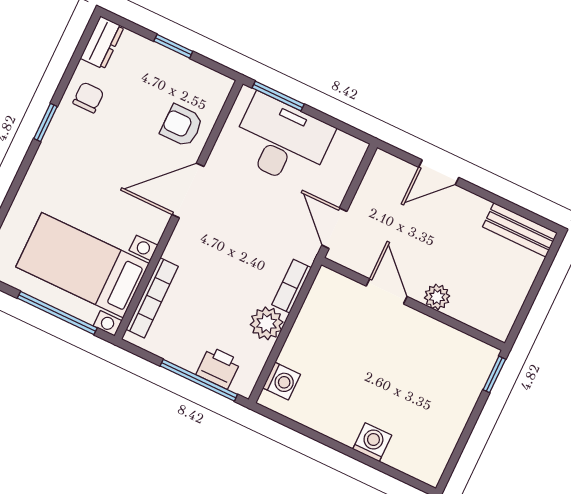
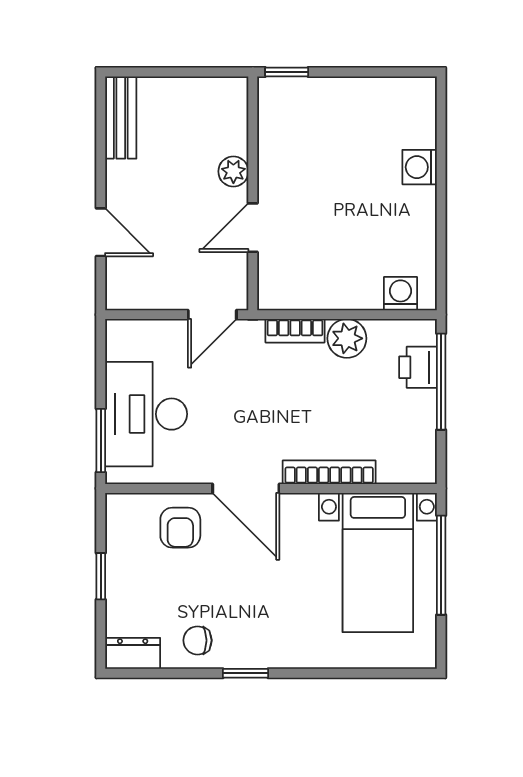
bookcase: (152, 298) -> (329, 472), moved

